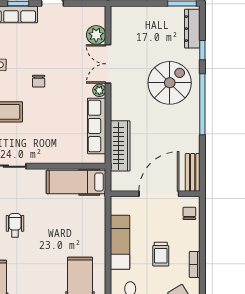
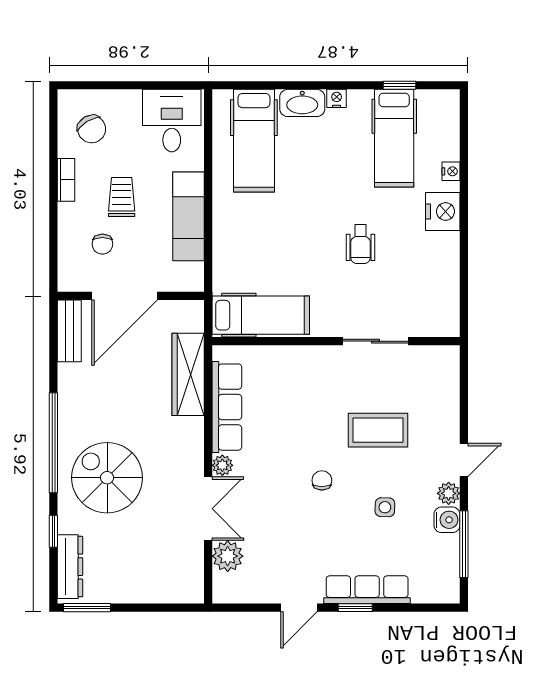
spiral stairs: (170, 83) -> (107, 478), turned 90
chair: (189, 213) -> (102, 244), moved

